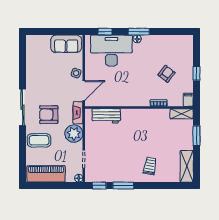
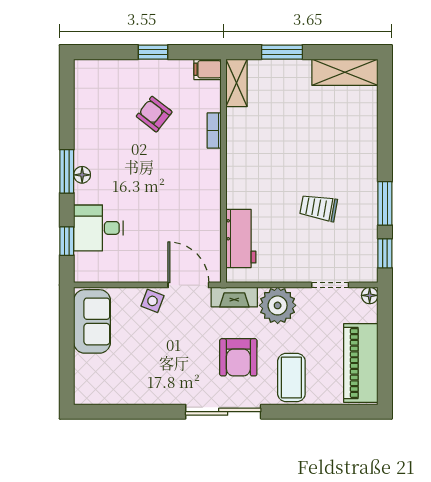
desk: (111, 50) -> (98, 228), width x0.53, depth x0.77
trolley: (150, 166) -> (319, 208), moved

